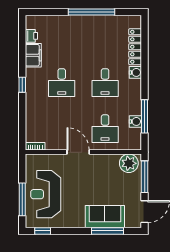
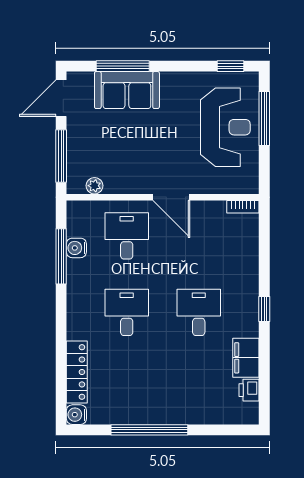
water cooler: (135, 72) -> (76, 415), moved
plant: (129, 163) -> (94, 186), width x0.53, depth x0.53

